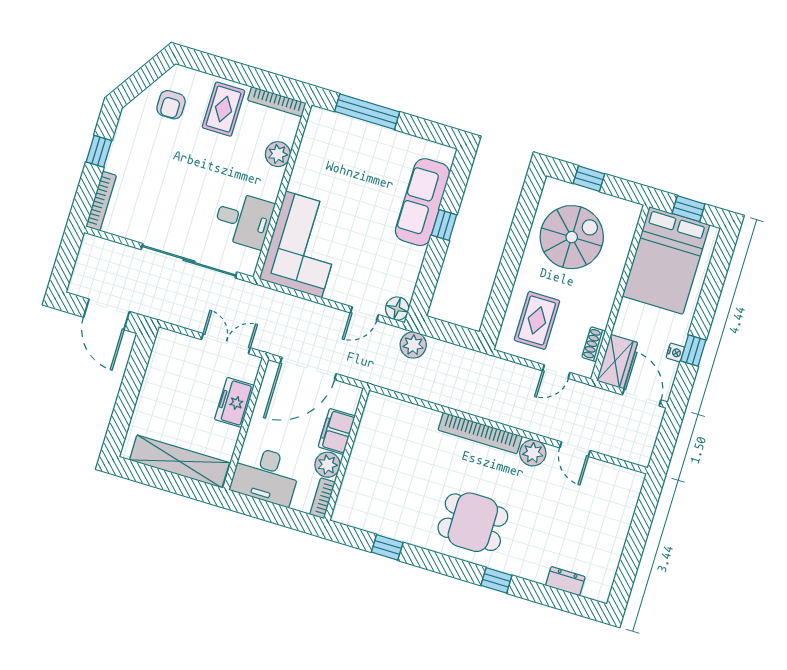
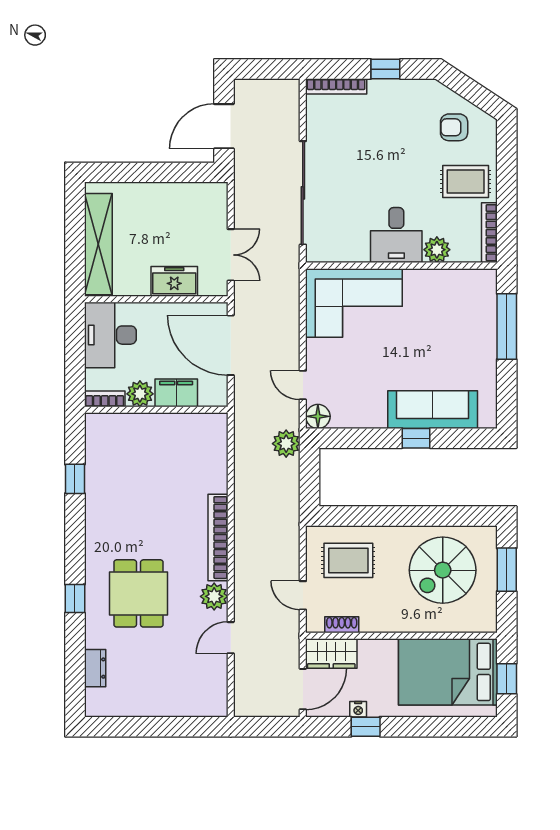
window: (589, 179) -> (507, 570), width x1.50
desk: (244, 220) -> (396, 235), moved
spiral stairs: (572, 237) -> (443, 570), turned 90
dining table: (473, 522) -> (138, 593), moved

